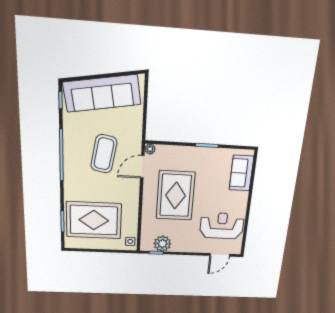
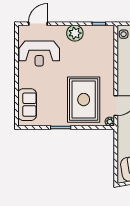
rug: (176, 196) -> (84, 100), moved
plant: (162, 244) -> (75, 33), moved

